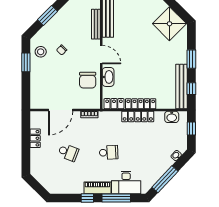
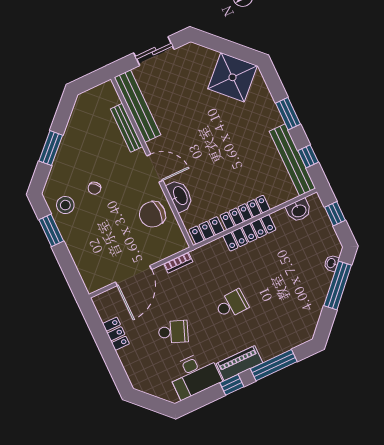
chair: (88, 80) -> (152, 214), turned 90
window: (165, 179) -> (338, 285), moved
desk: (126, 182) -> (194, 375), moved

